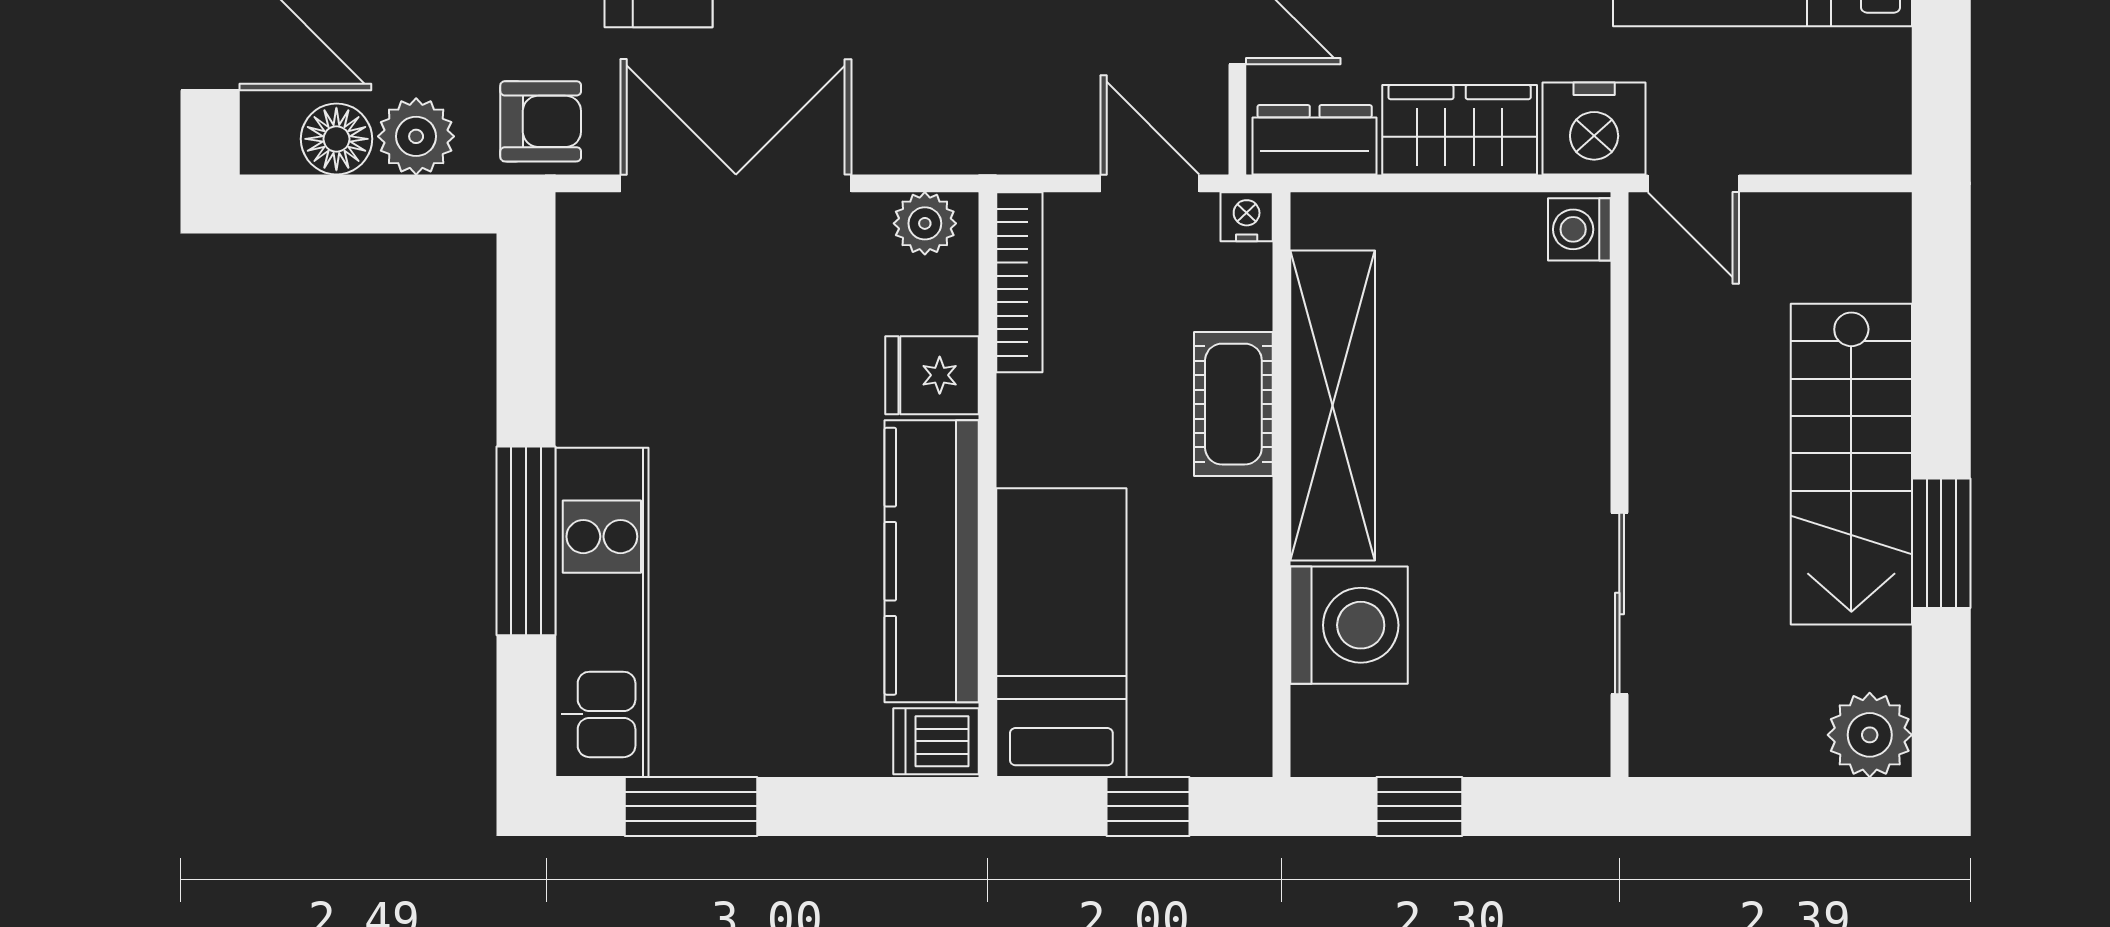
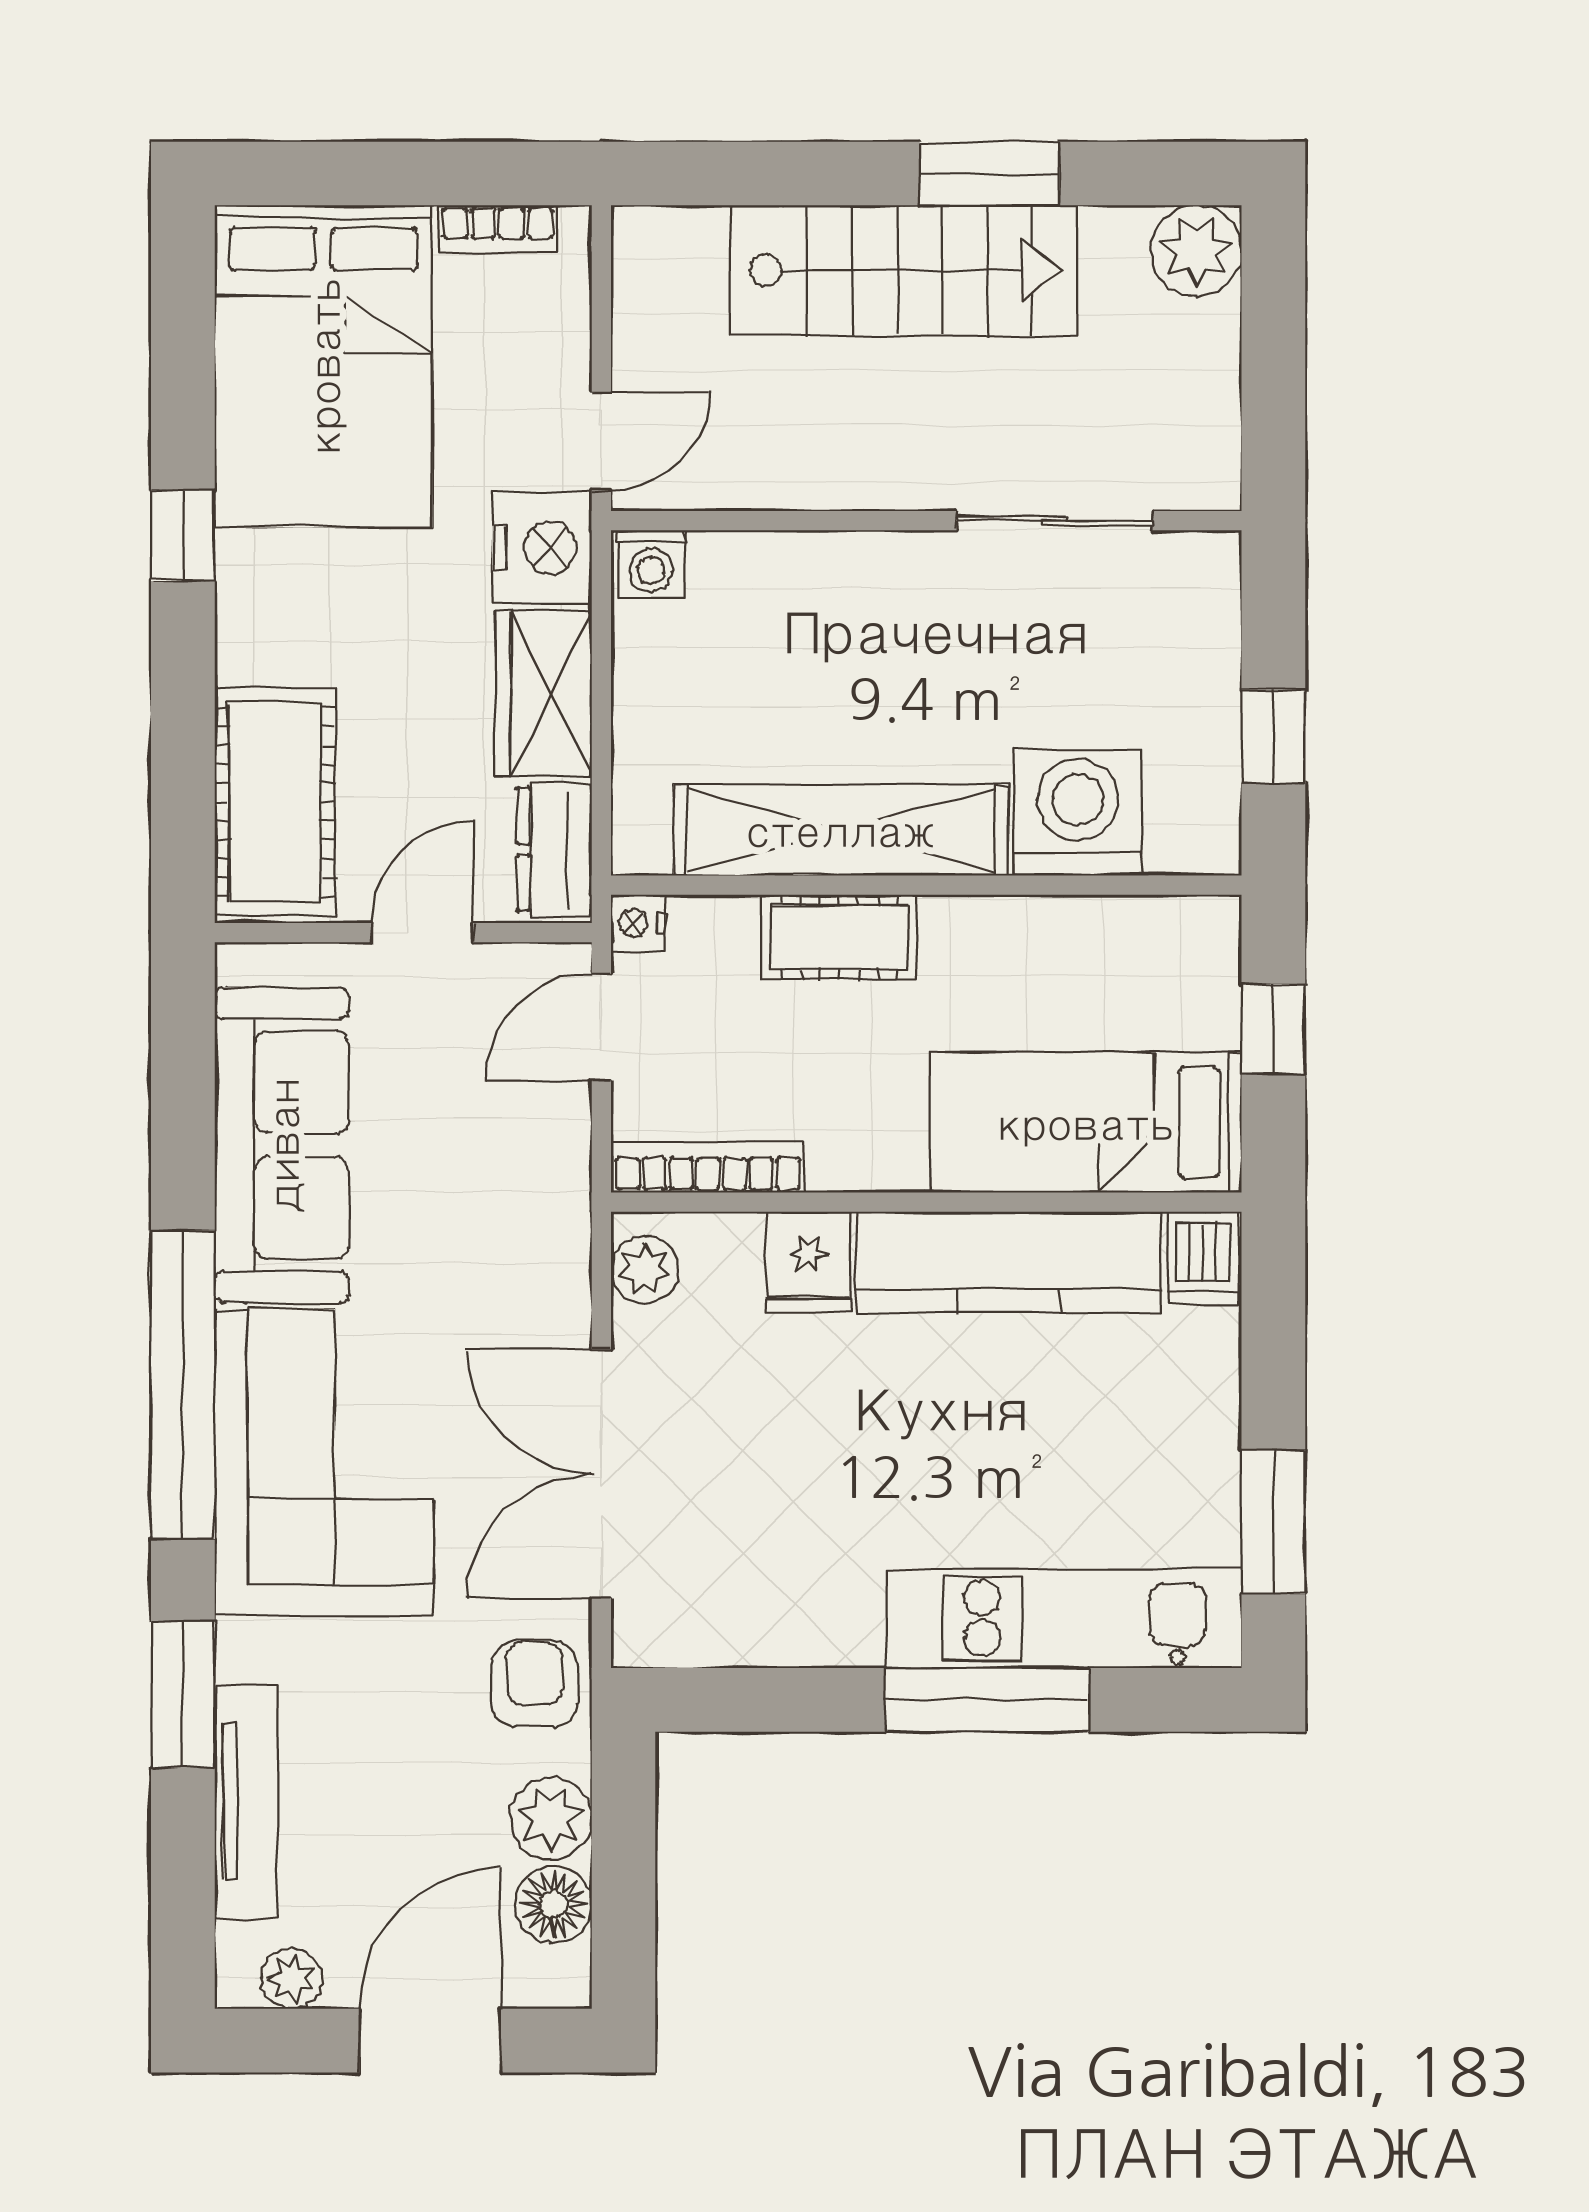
bookcase: (1890, 87) -> (498, 229), added

